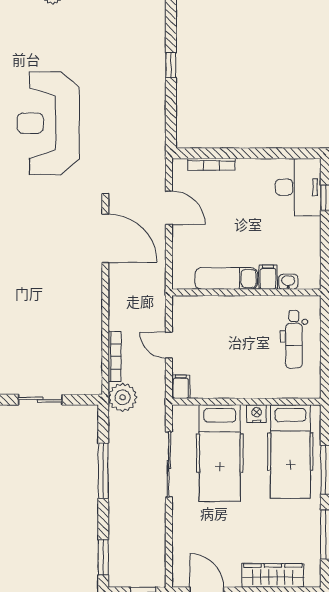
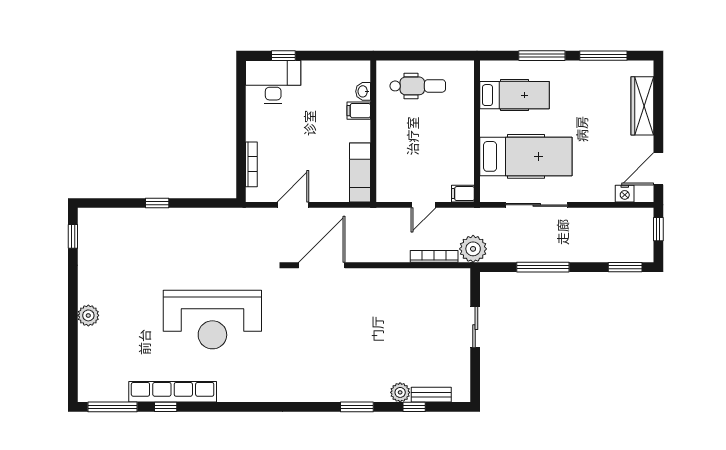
exam couch: (226, 278) -> (360, 172), moved
nightstand: (257, 414) -> (625, 194), moved, turned -90
hospital bed: (290, 452) -> (515, 95), width x0.73, depth x0.78

